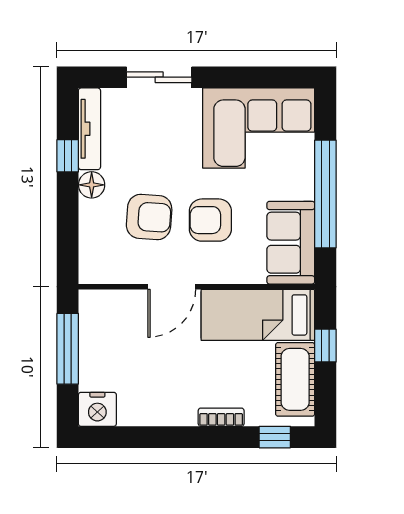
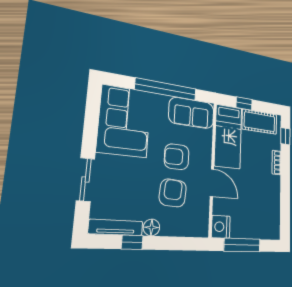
armchair: (210, 220) -> (177, 157), turned 90
nightstand: (97, 409) -> (221, 227), moved, turned 180

